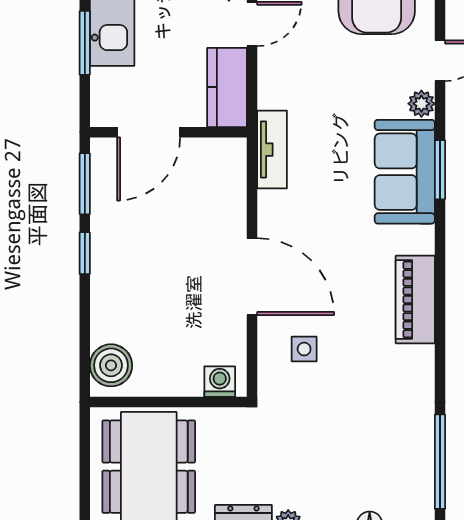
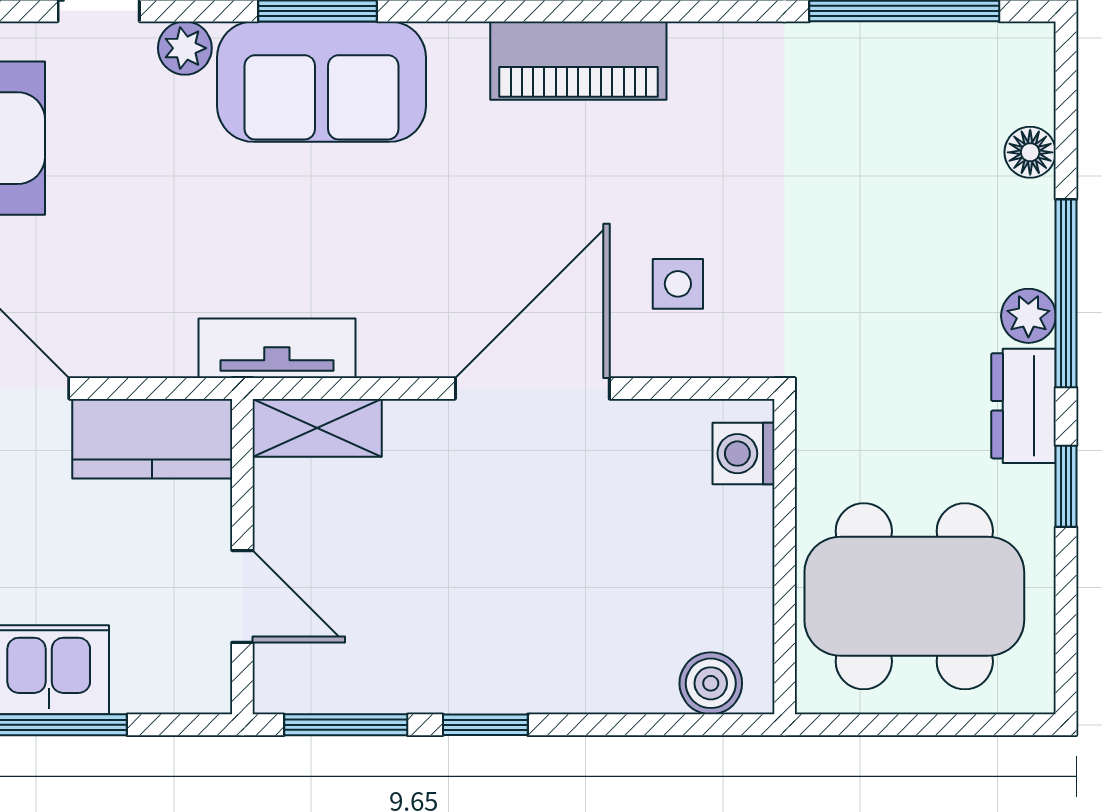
door: (149, 132) -> (242, 596), width x0.73
shelving: (233, 170) -> (317, 428), added
boiler: (111, 365) -> (711, 683), width x0.73, depth x0.73

